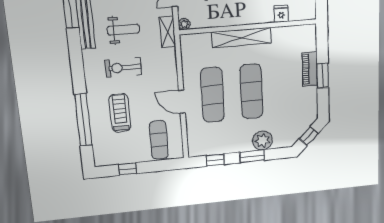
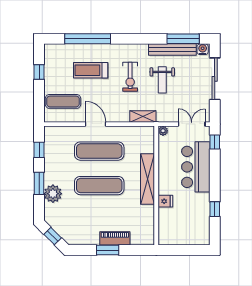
fridge: (281, 14) -> (165, 201), moved
shelving: (168, 32) -> (143, 116), moved
exercise bike: (123, 68) -> (130, 77), turned 180
door: (182, 102) -> (96, 124), hinge flipped
treadmill: (120, 113) -> (91, 70), turned 180

